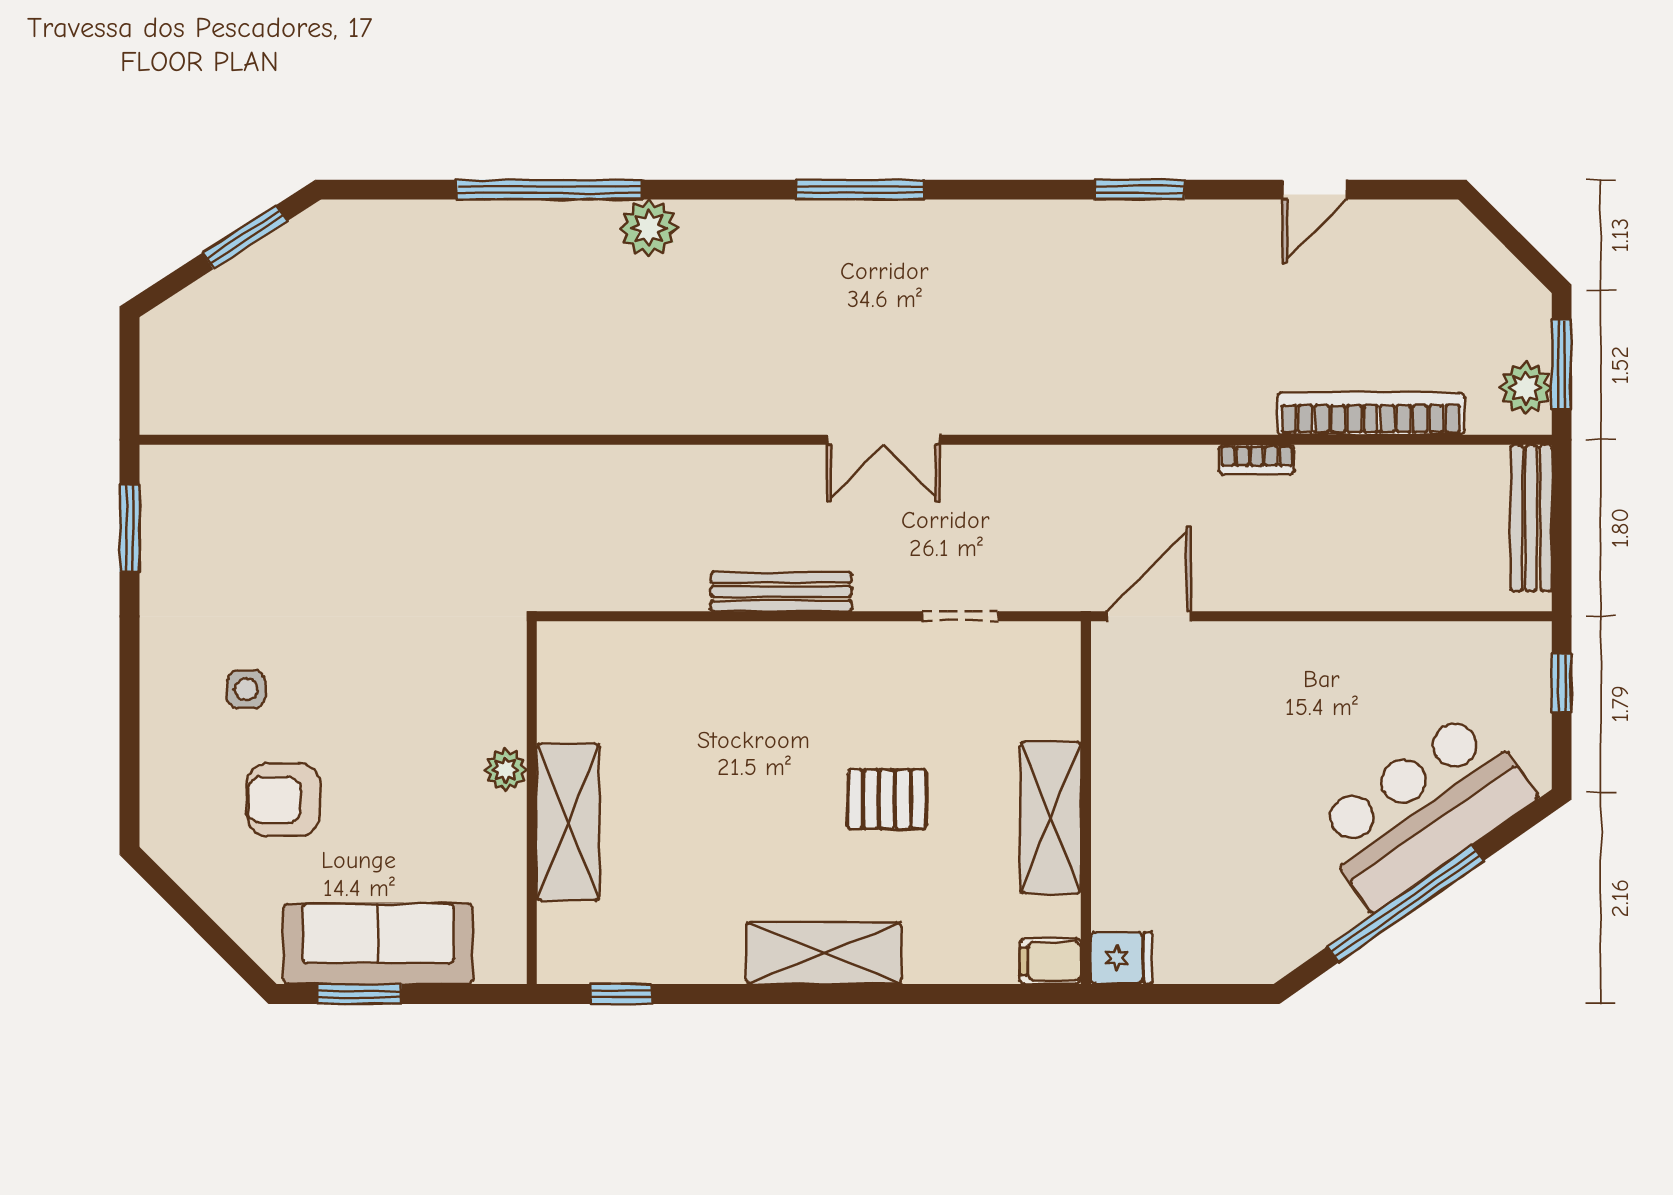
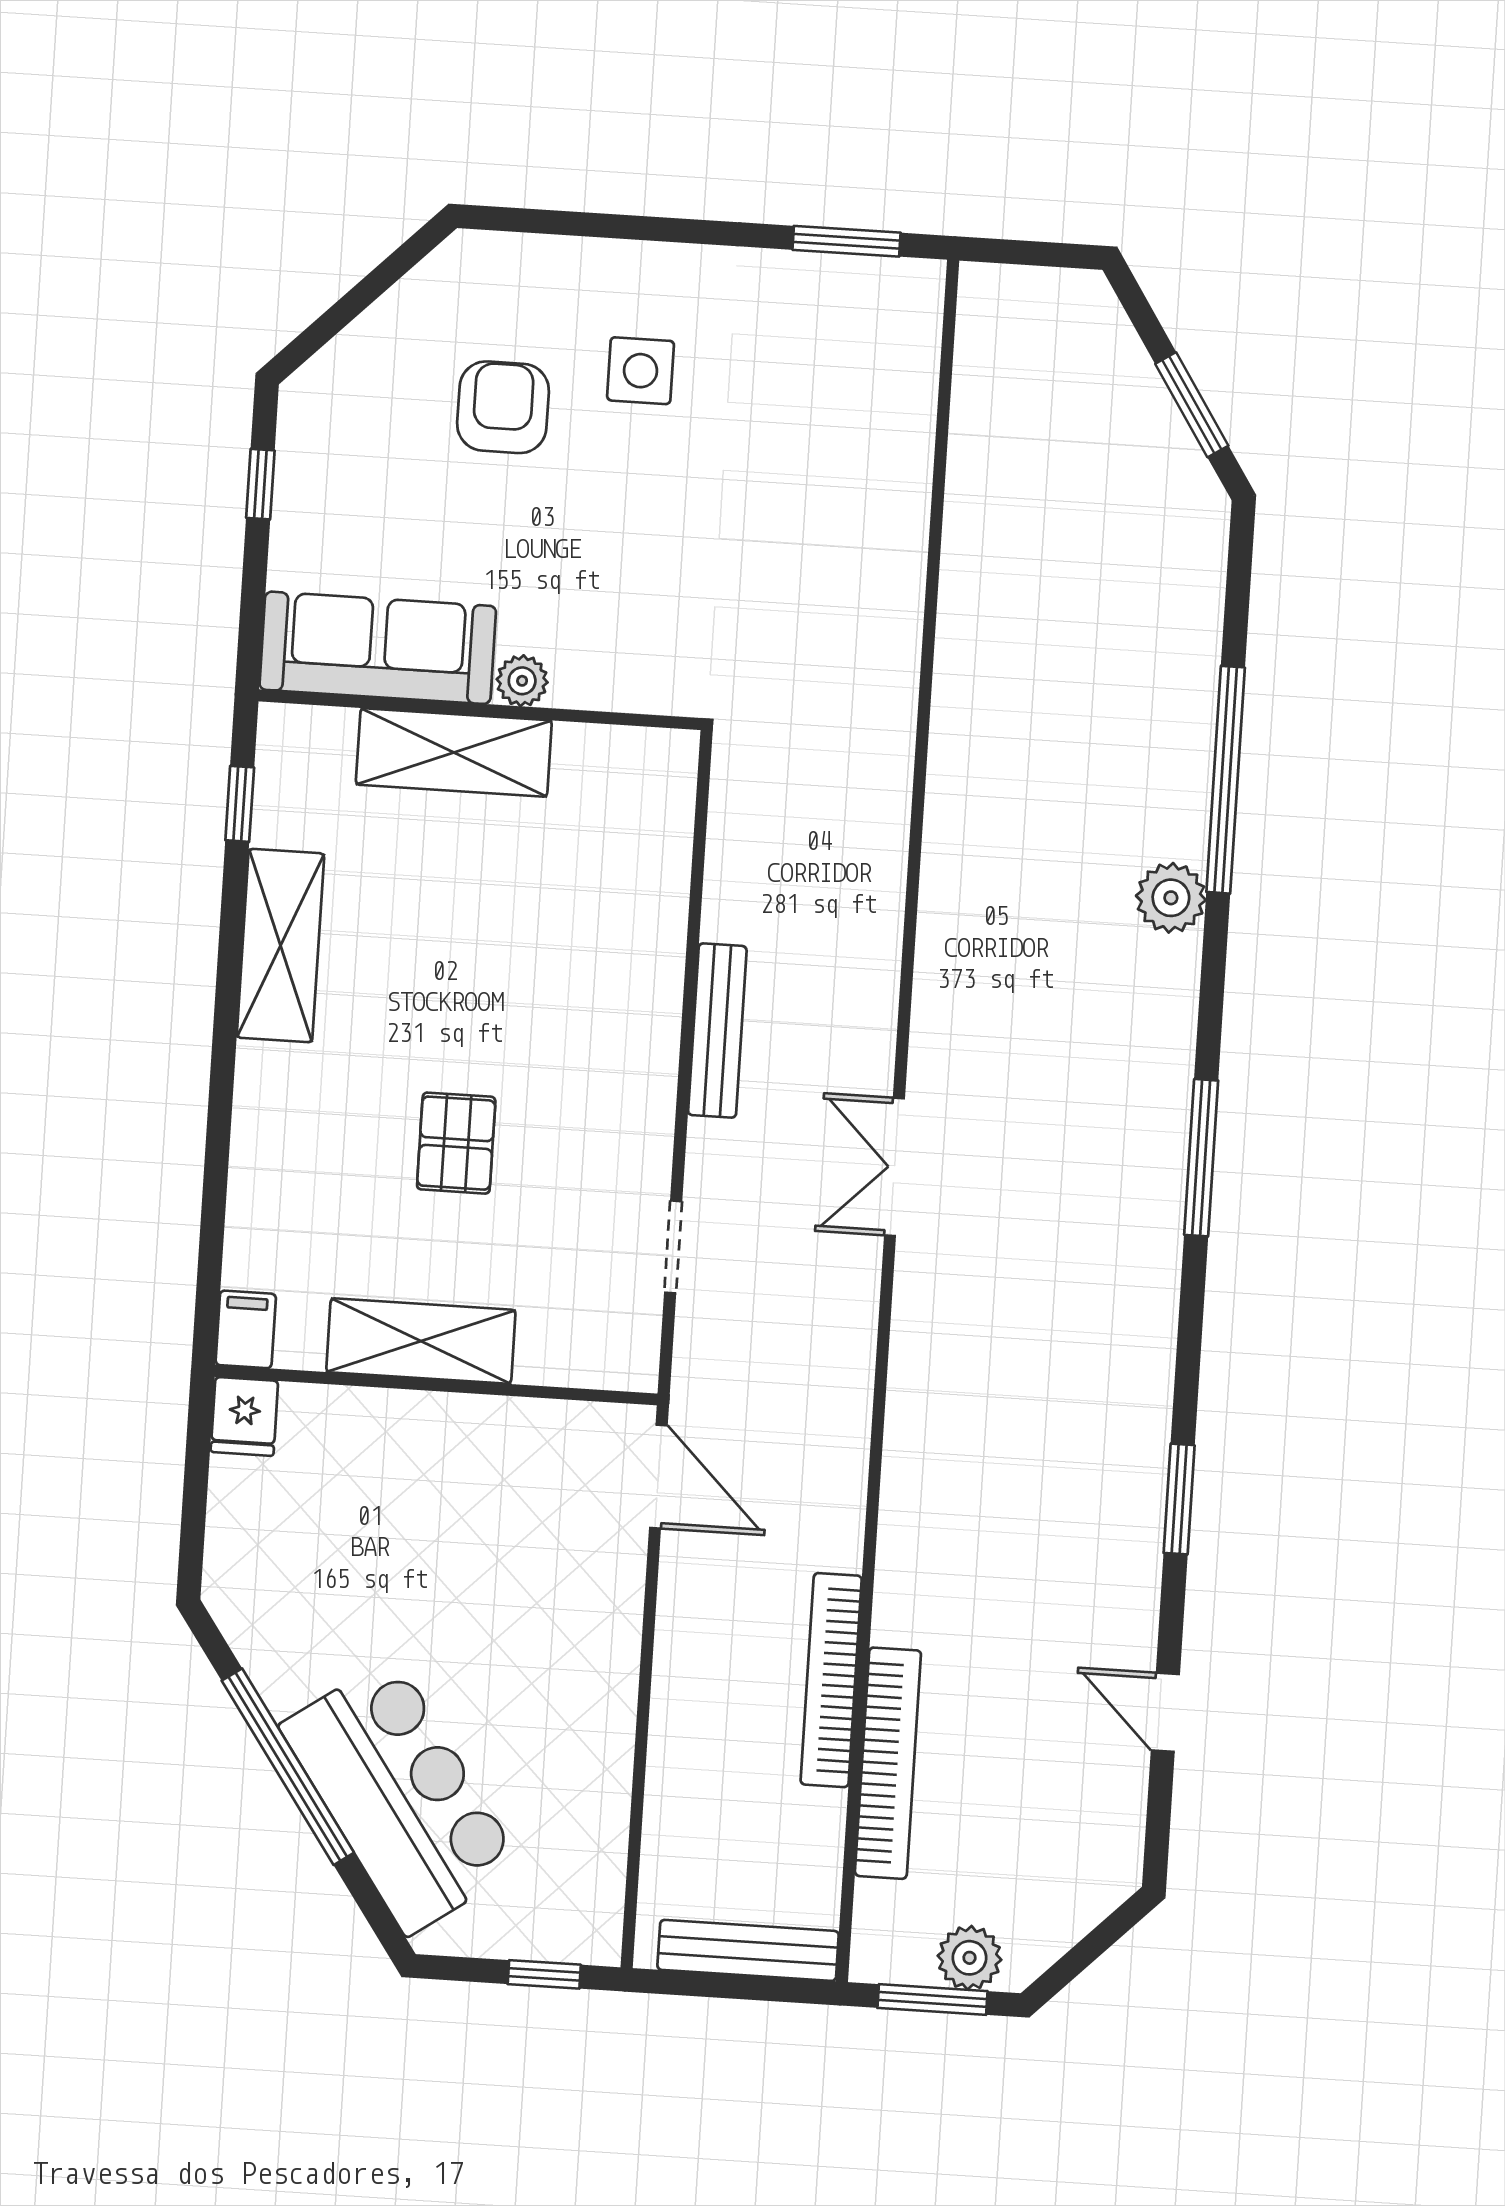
plant: (1526, 388) -> (970, 1958), moved
bookcase: (1257, 460) -> (831, 1680), width x2.31, depth x1.31
side table: (246, 689) -> (641, 371), width x1.37, depth x1.37
sofa: (378, 944) -> (378, 648), moved, turned -90
shelving: (824, 953) -> (280, 946), moved
window: (359, 994) -> (260, 484), width x0.67

